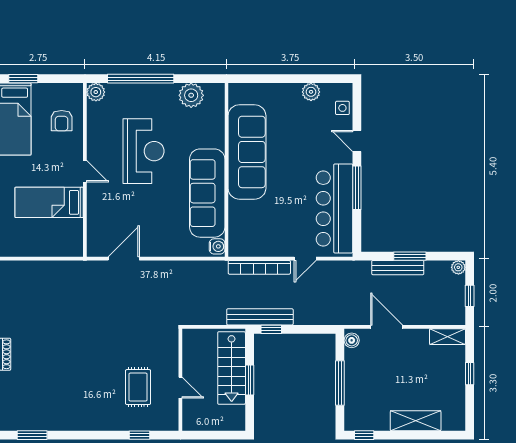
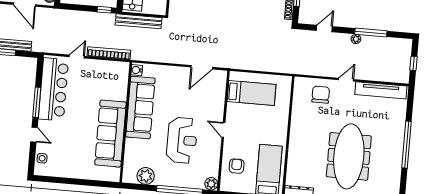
plant: (311, 92) -> (63, 171), removed
reception desk: (143, 151) -> (182, 140), turned 180
bed: (49, 202) -> (251, 93), moved
bench: (260, 317) -> (139, 21), moved

